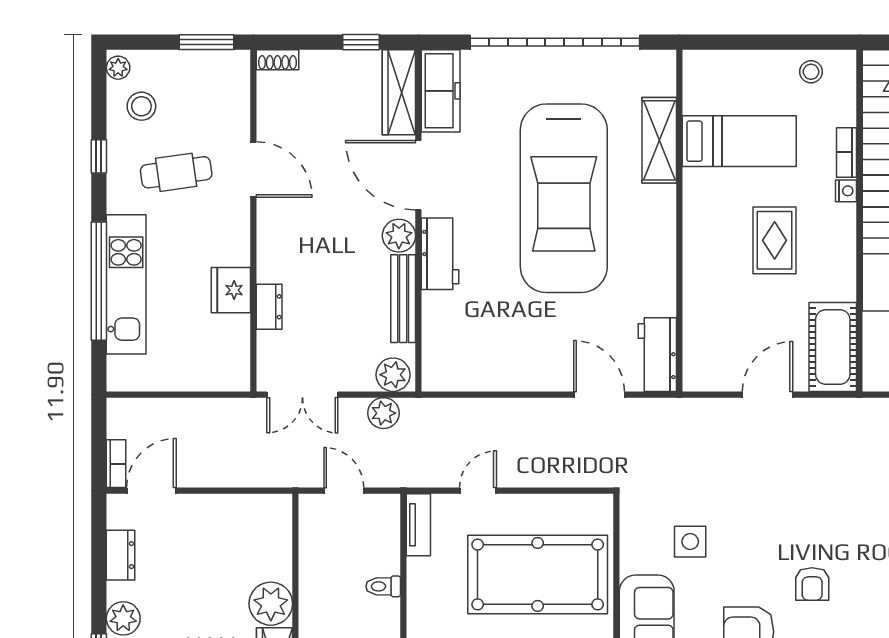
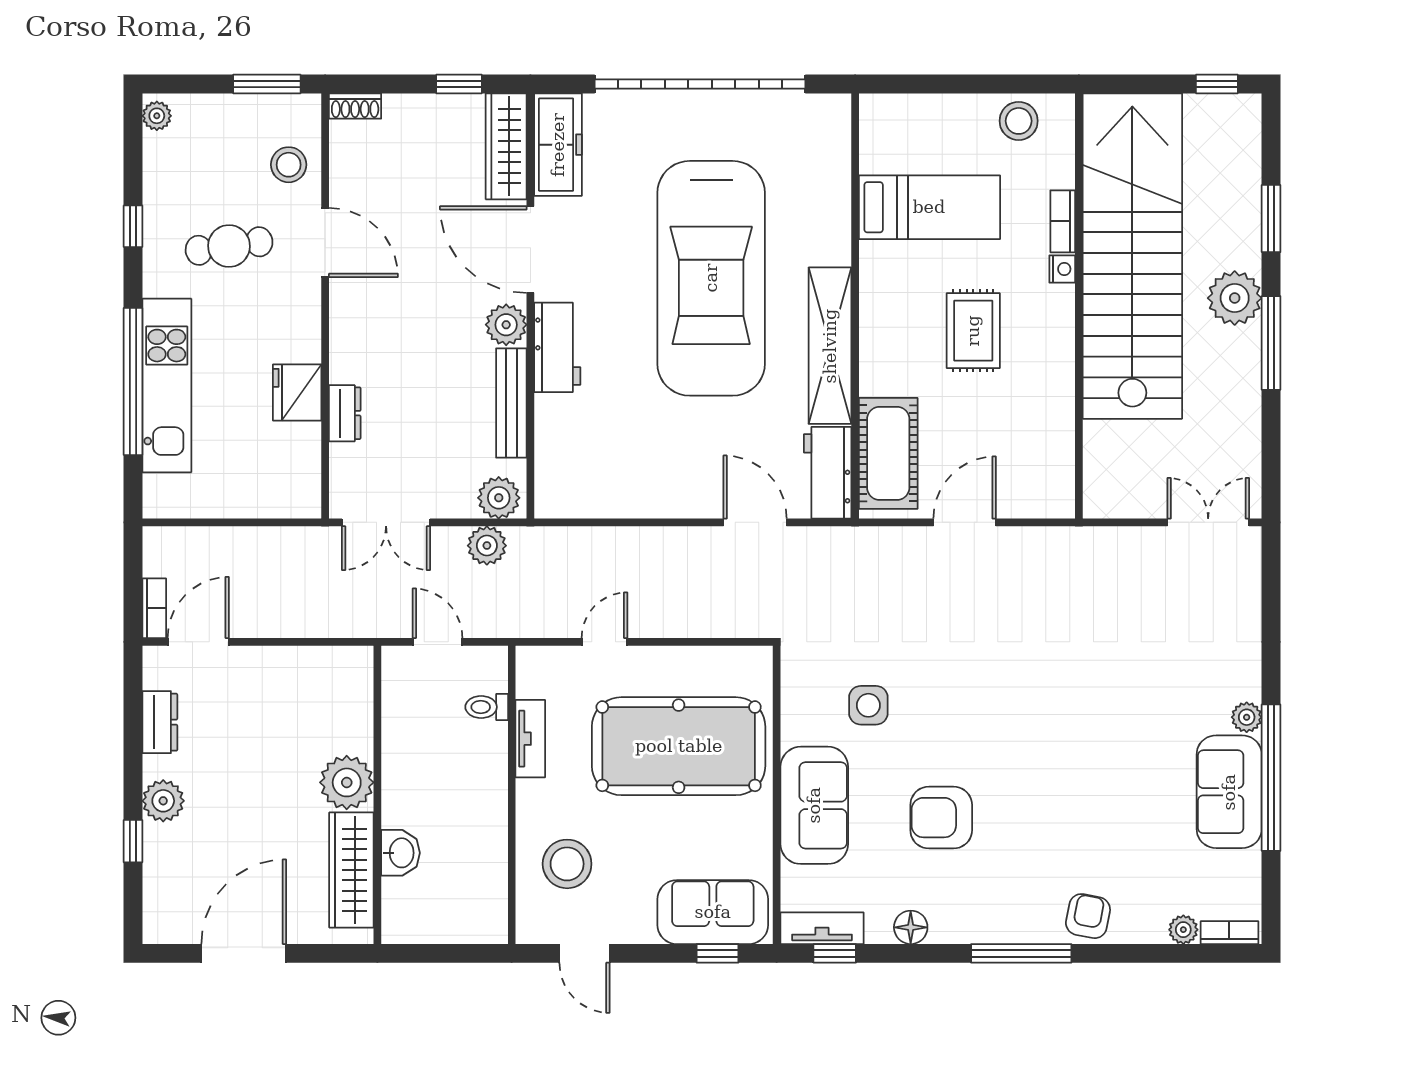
stool: (811, 72) -> (1019, 121), width x1.37, depth x1.37
stool: (141, 106) -> (289, 165), moved
shelving: (659, 140) -> (830, 346), moved, width x1.47
cot: (833, 347) -> (888, 453), moved
tv unit: (418, 525) -> (530, 739), moved
armchair: (812, 584) -> (1020, 758), removed
toilet: (383, 586) -> (487, 707), moved

